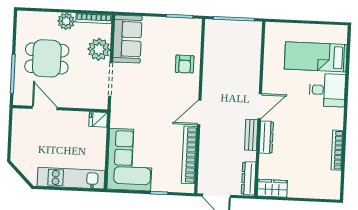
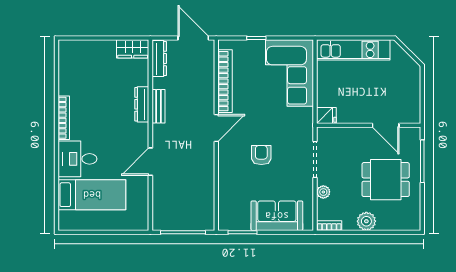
bookcase: (94, 18) -> (329, 226), width x0.64
sofa: (127, 39) -> (277, 216), moved, turned 90
plant: (99, 49) -> (323, 192), width x0.53, depth x0.53
armchair: (185, 64) -> (261, 155), moved
door: (260, 106) -> (150, 162), moved
bookcase: (337, 150) -> (64, 118), moved

